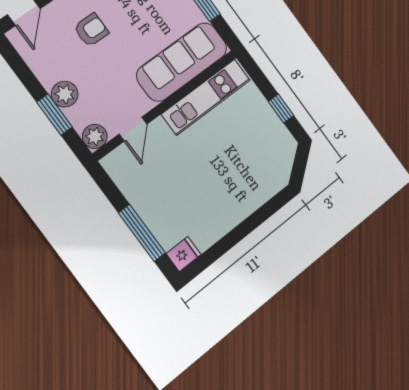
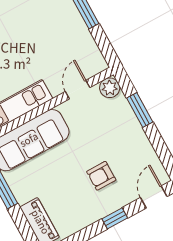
plant: (65, 94) -> (129, 125), removed

